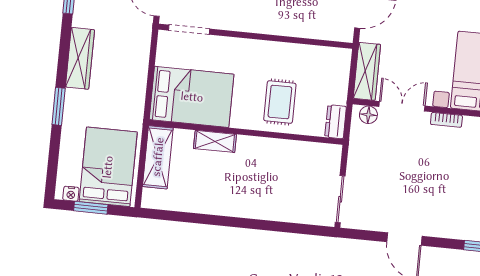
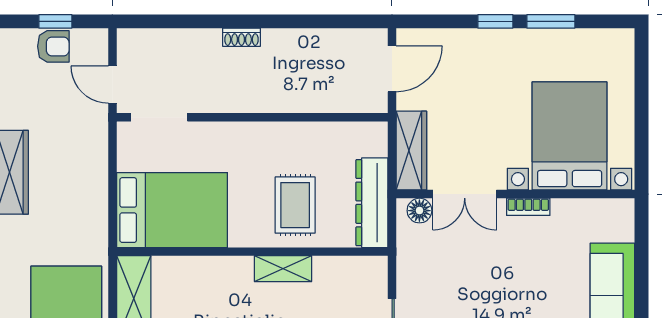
double door: (402, 106) -> (465, 194), swing flipped
dresser: (336, 122) -> (372, 203), width x1.96, depth x1.24
shelving: (215, 141) -> (283, 269), moved

